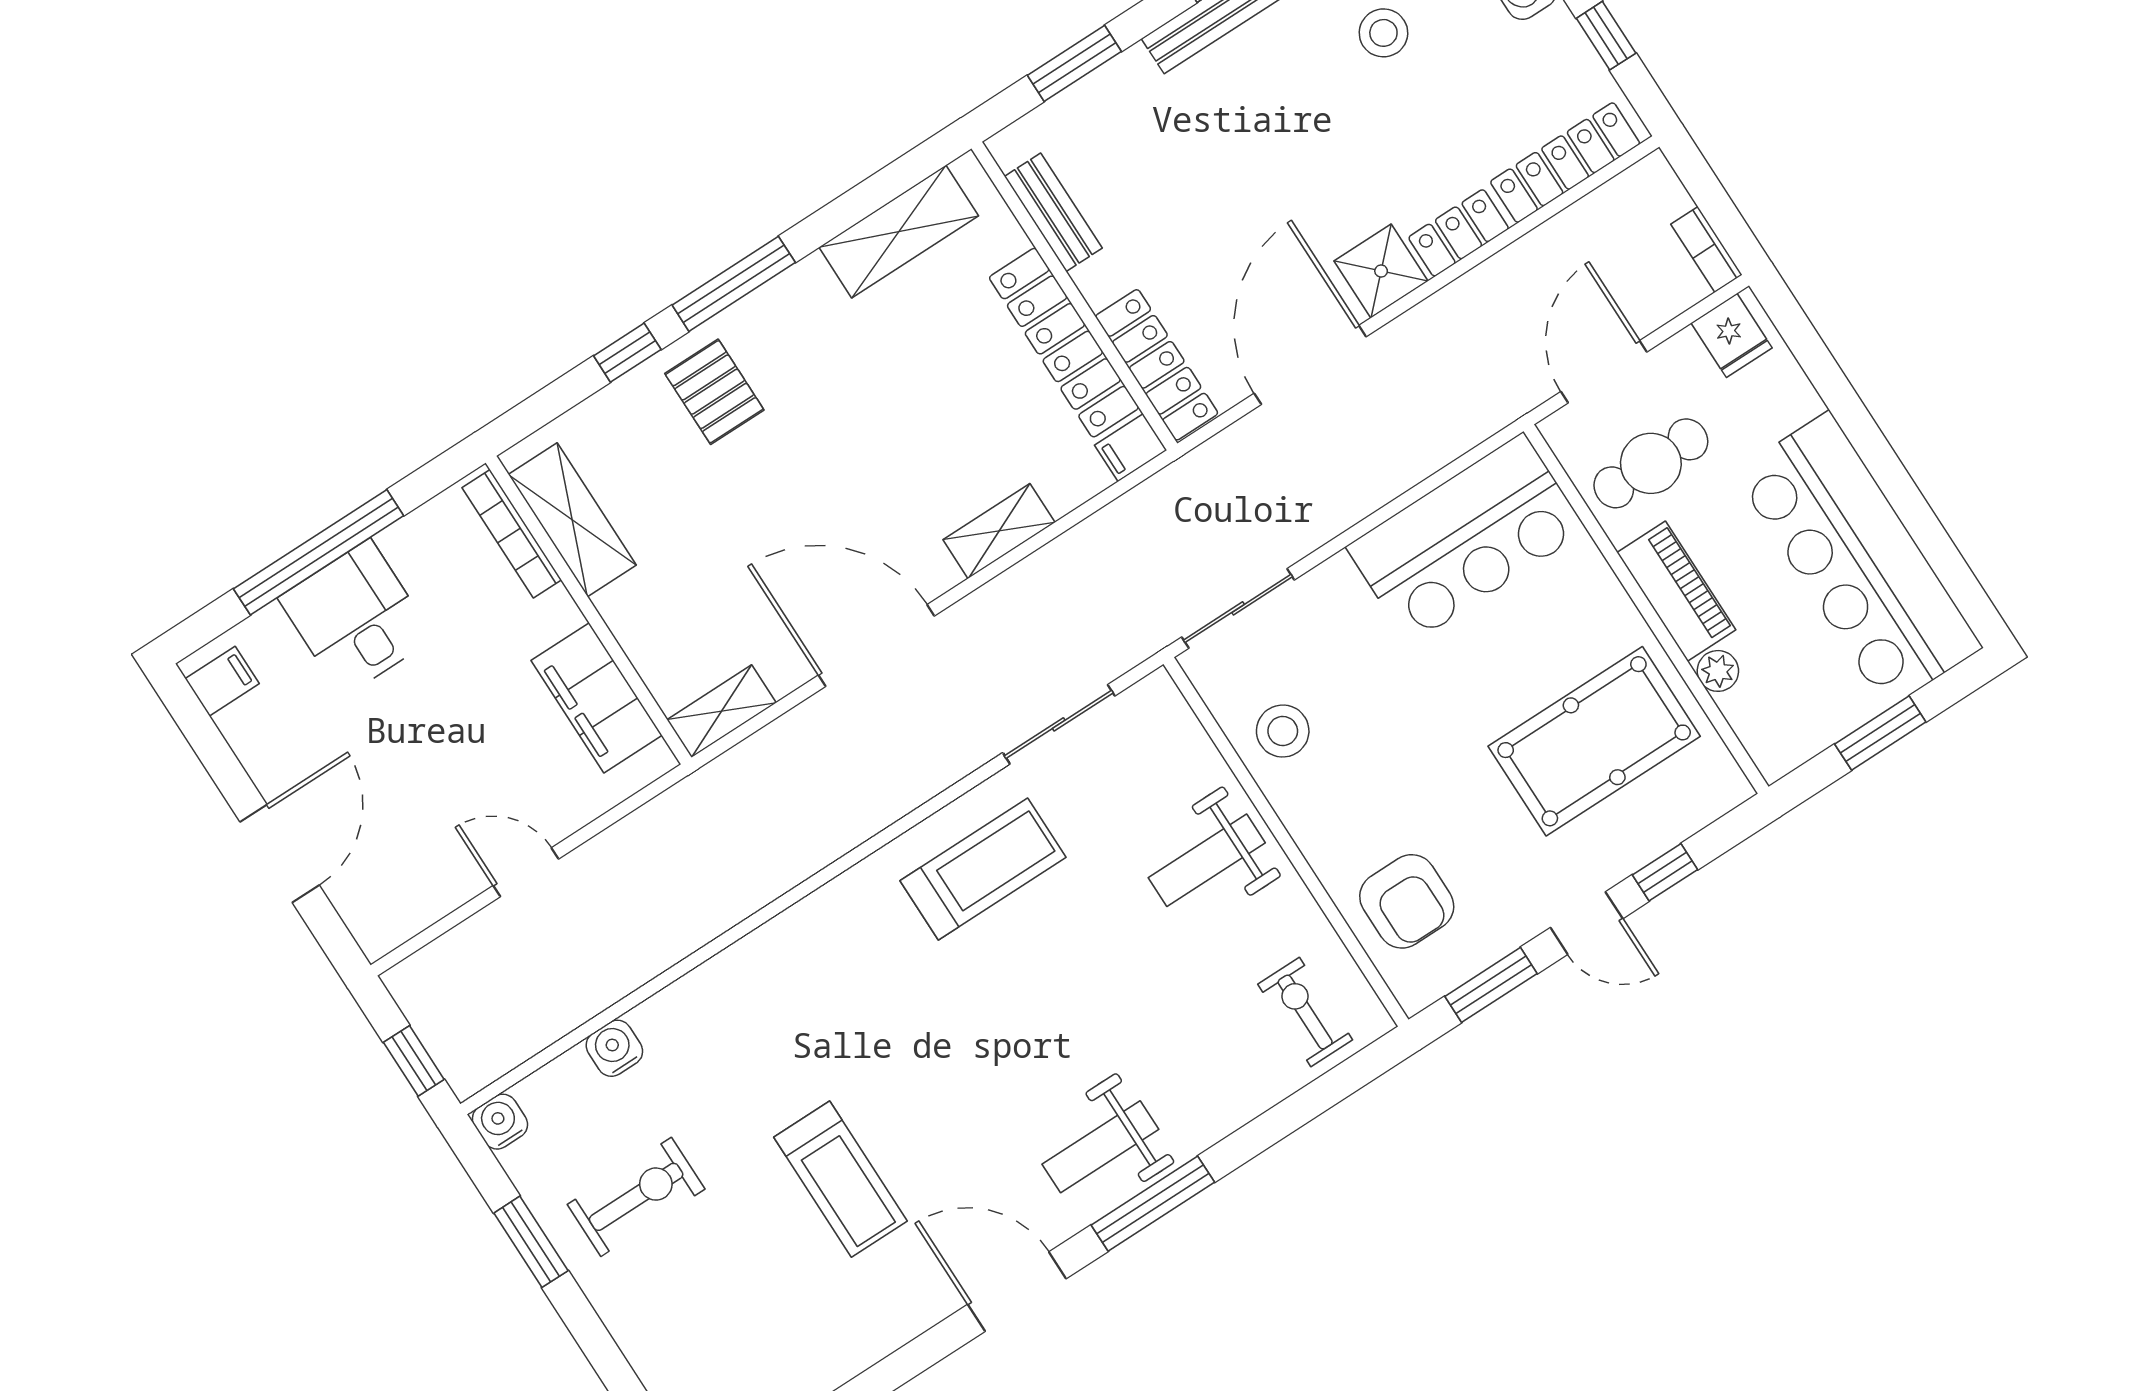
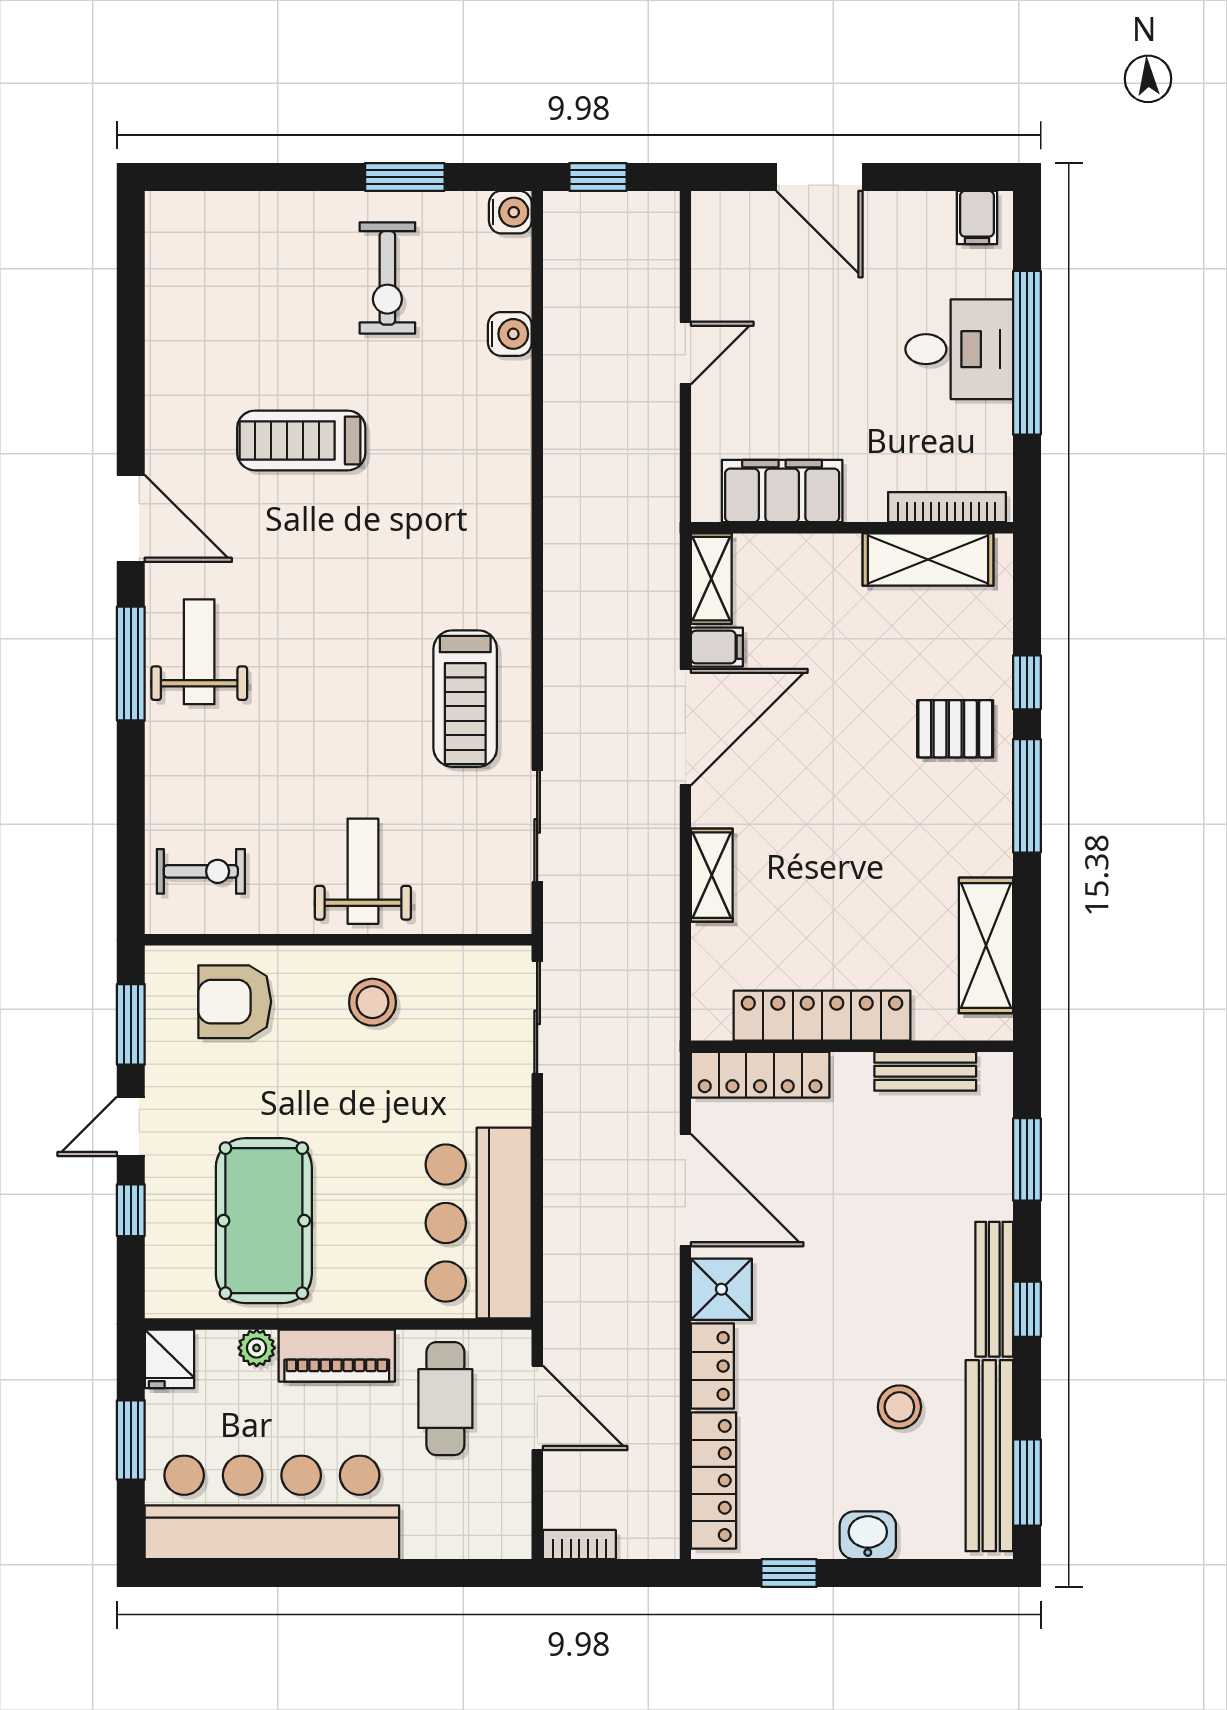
fridge: (1732, 335) -> (170, 1359), moved, turned -90
filing cabinet: (1131, 448) -> (717, 647), moved, turned 90
stool: (1283, 731) -> (373, 1002), moved
door: (1017, 1292) -> (131, 518), hinge flipped

